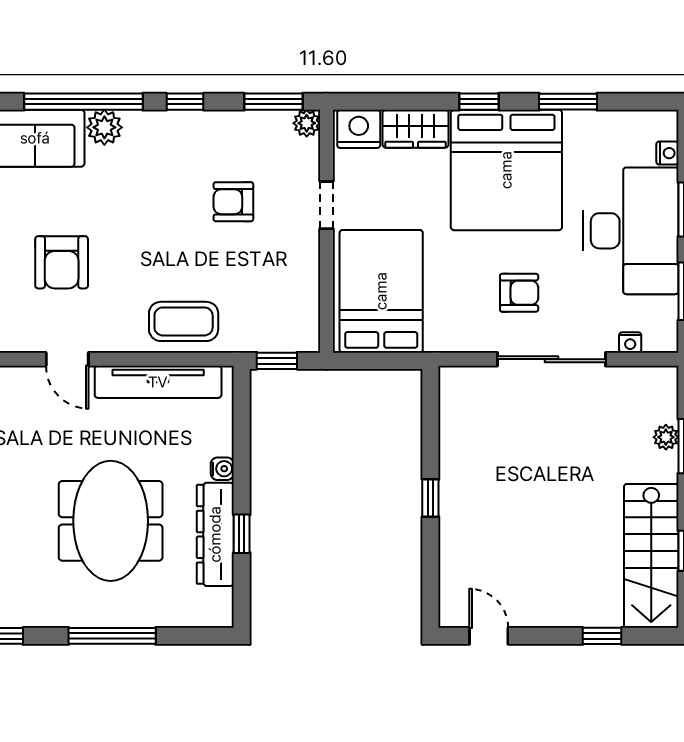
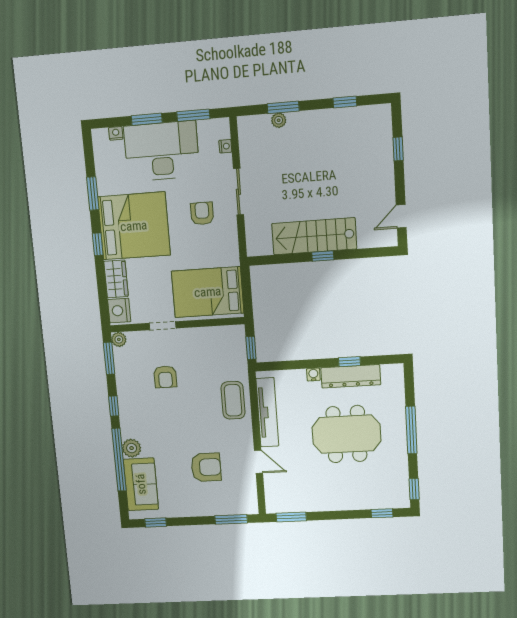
door: (67, 359) -> (259, 462), hinge flipped
sliding door: (551, 359) -> (238, 192), width x0.73
stairs: (651, 556) -> (314, 236), moved, turned 180

